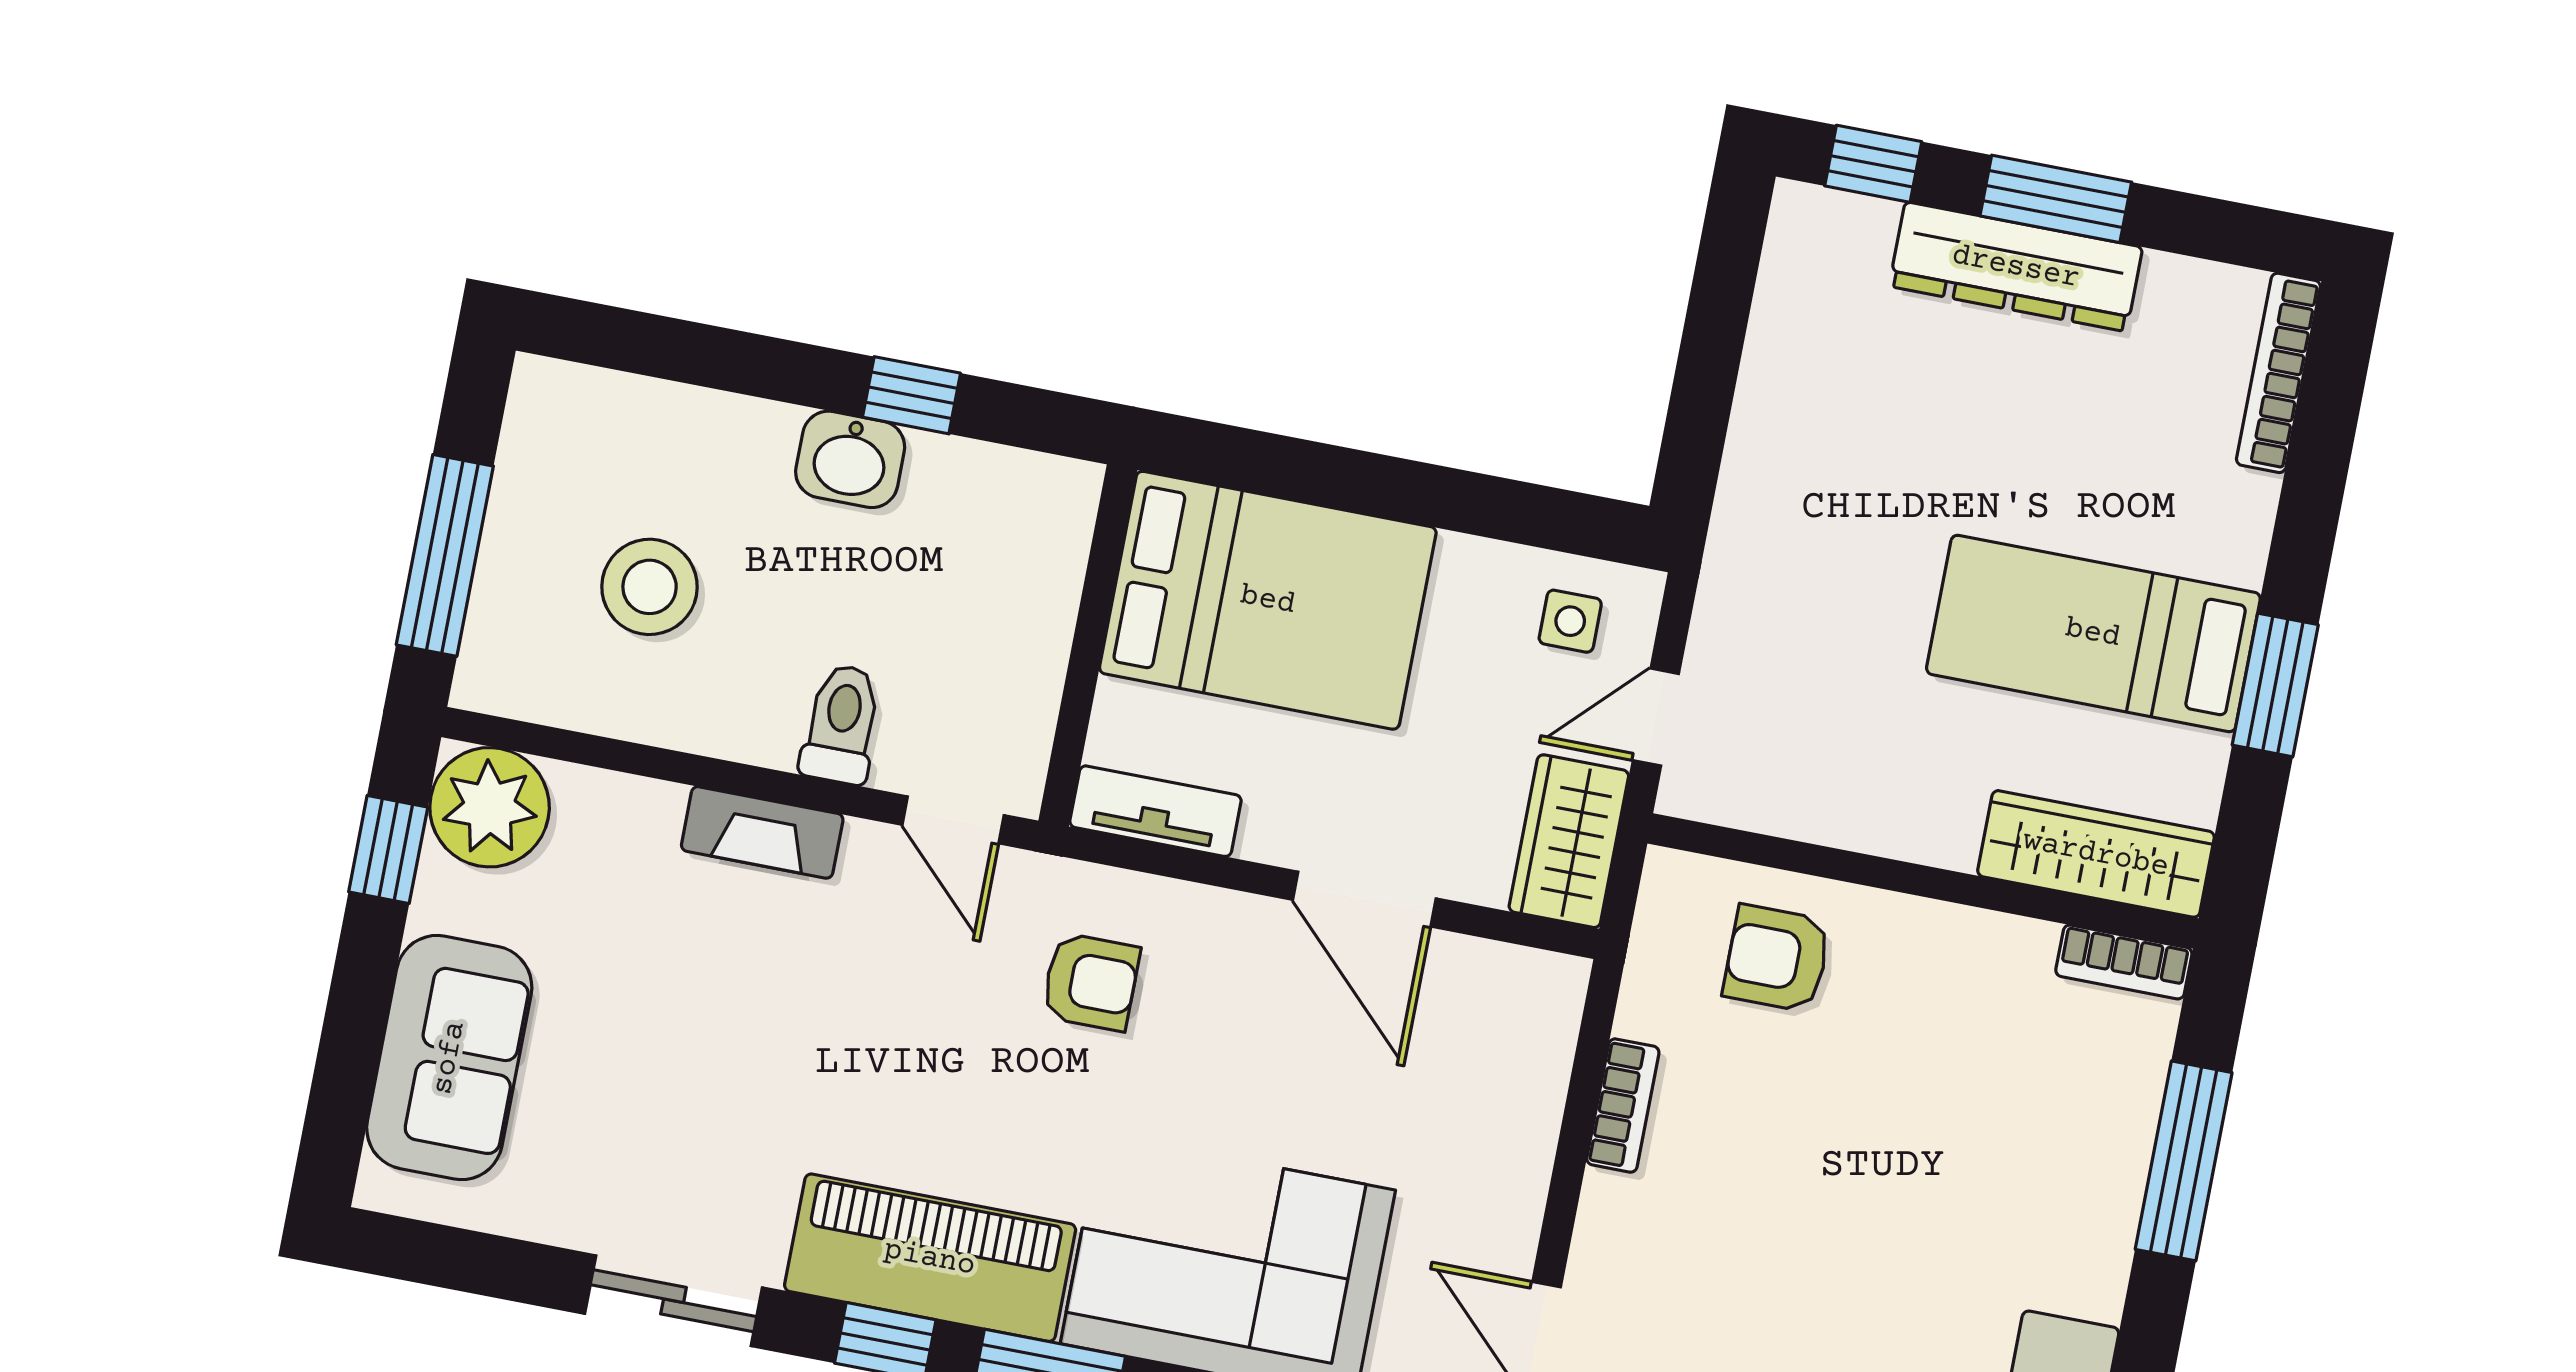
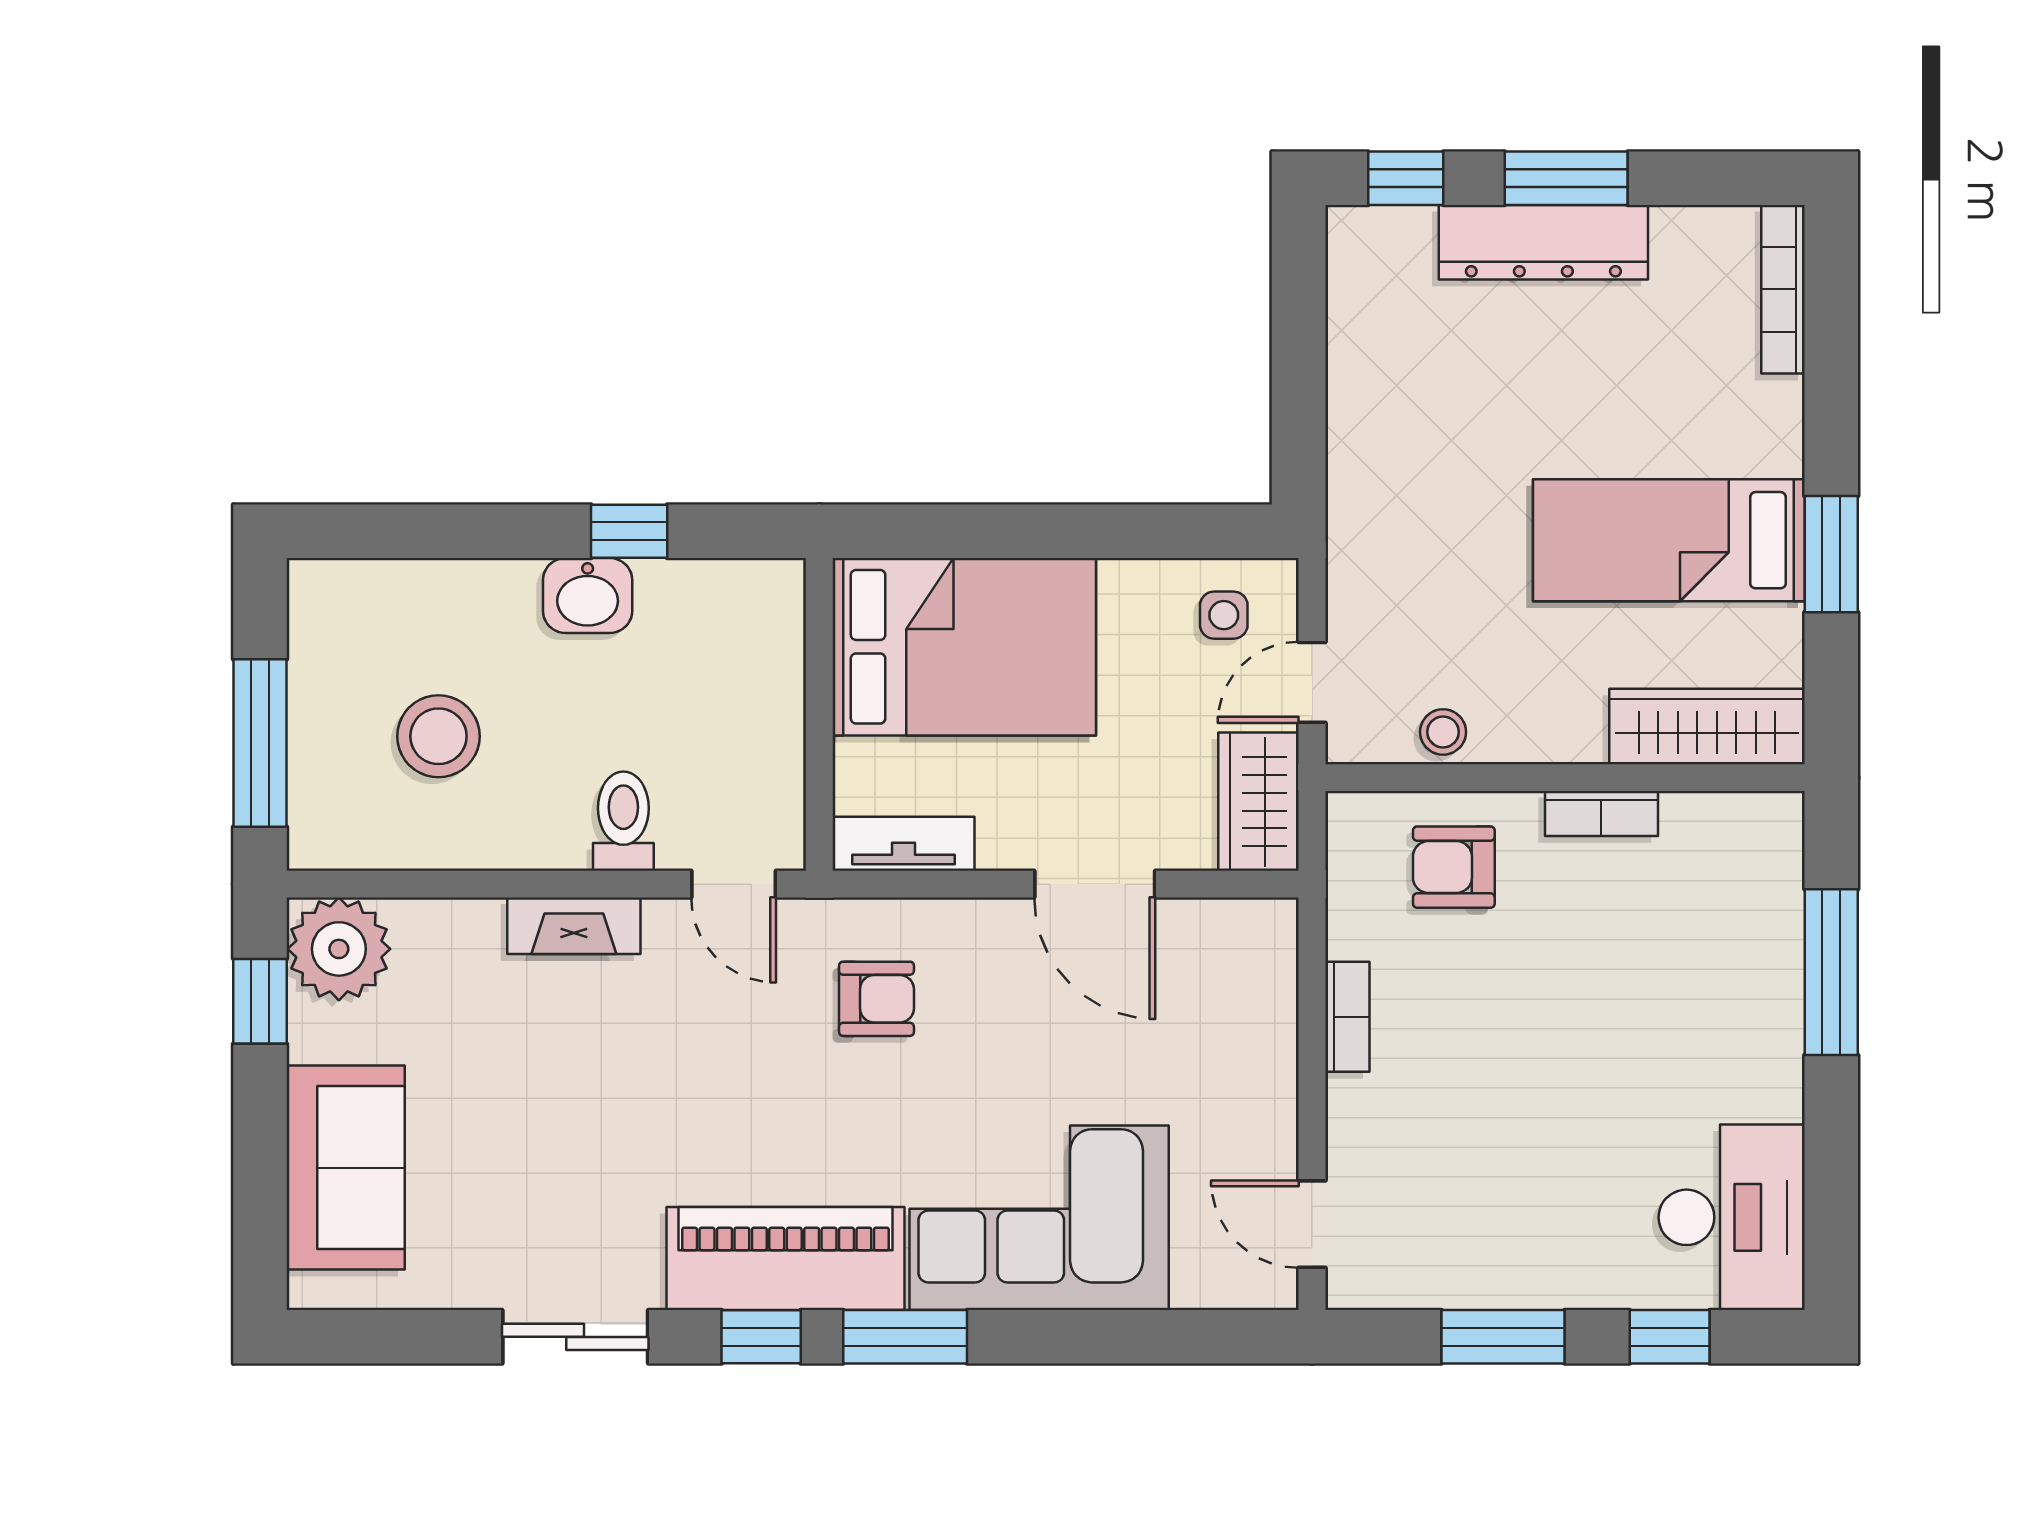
stool: (1794, 802) -> (1443, 732), added
bookcase: (2124, 962) -> (1601, 813), moved

